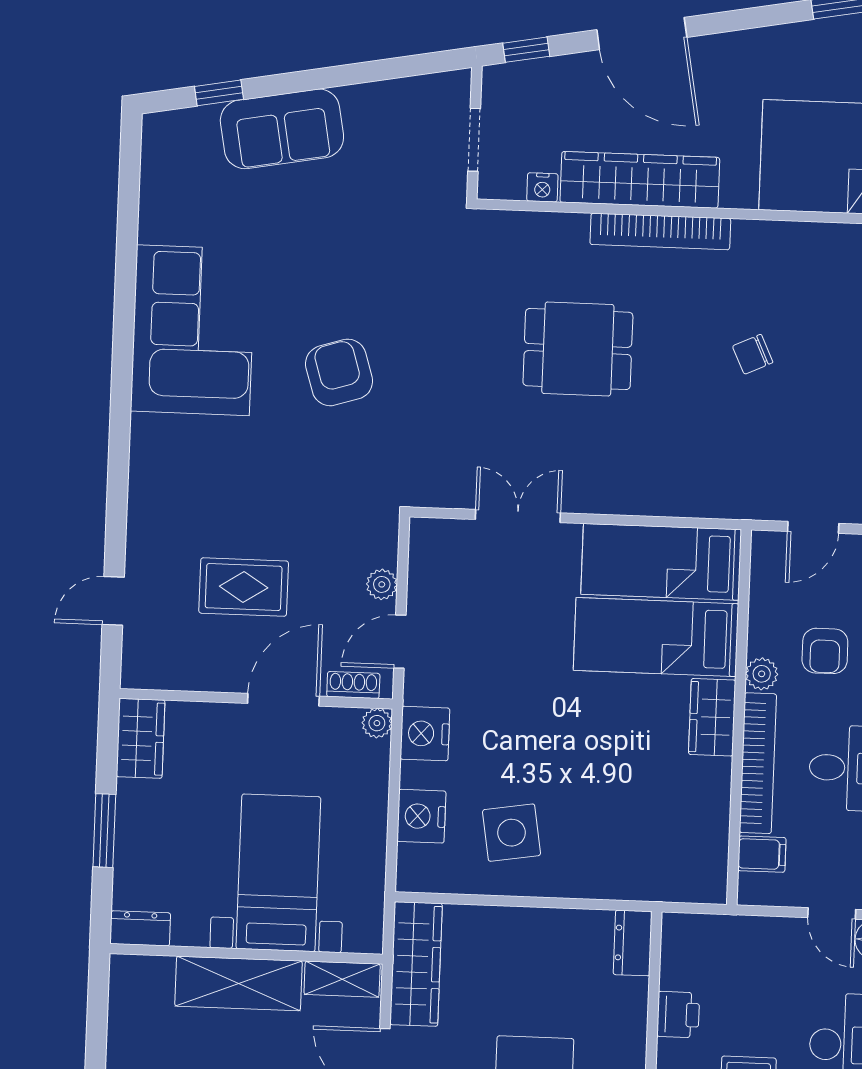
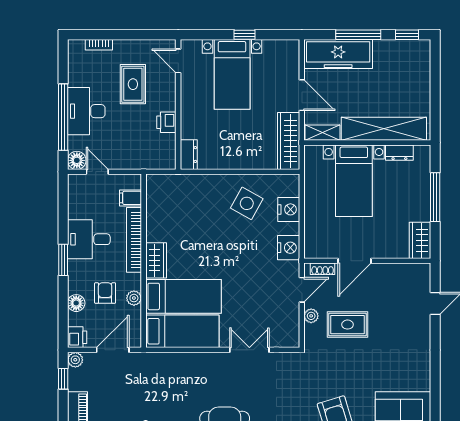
double door: (518, 516) -> (249, 350), swing flipped
door: (813, 527) -> (113, 350), width x1.38
rug: (244, 587) -> (348, 325), moved
plant: (762, 674) -> (134, 298), moved
plant: (377, 723) -> (311, 252), removed
window: (104, 831) -> (435, 197), width x1.44
side table: (512, 833) -> (247, 203), turned 38
dresser: (140, 928) -> (399, 153), moved
shelving: (238, 983) -> (384, 129), width x1.47

